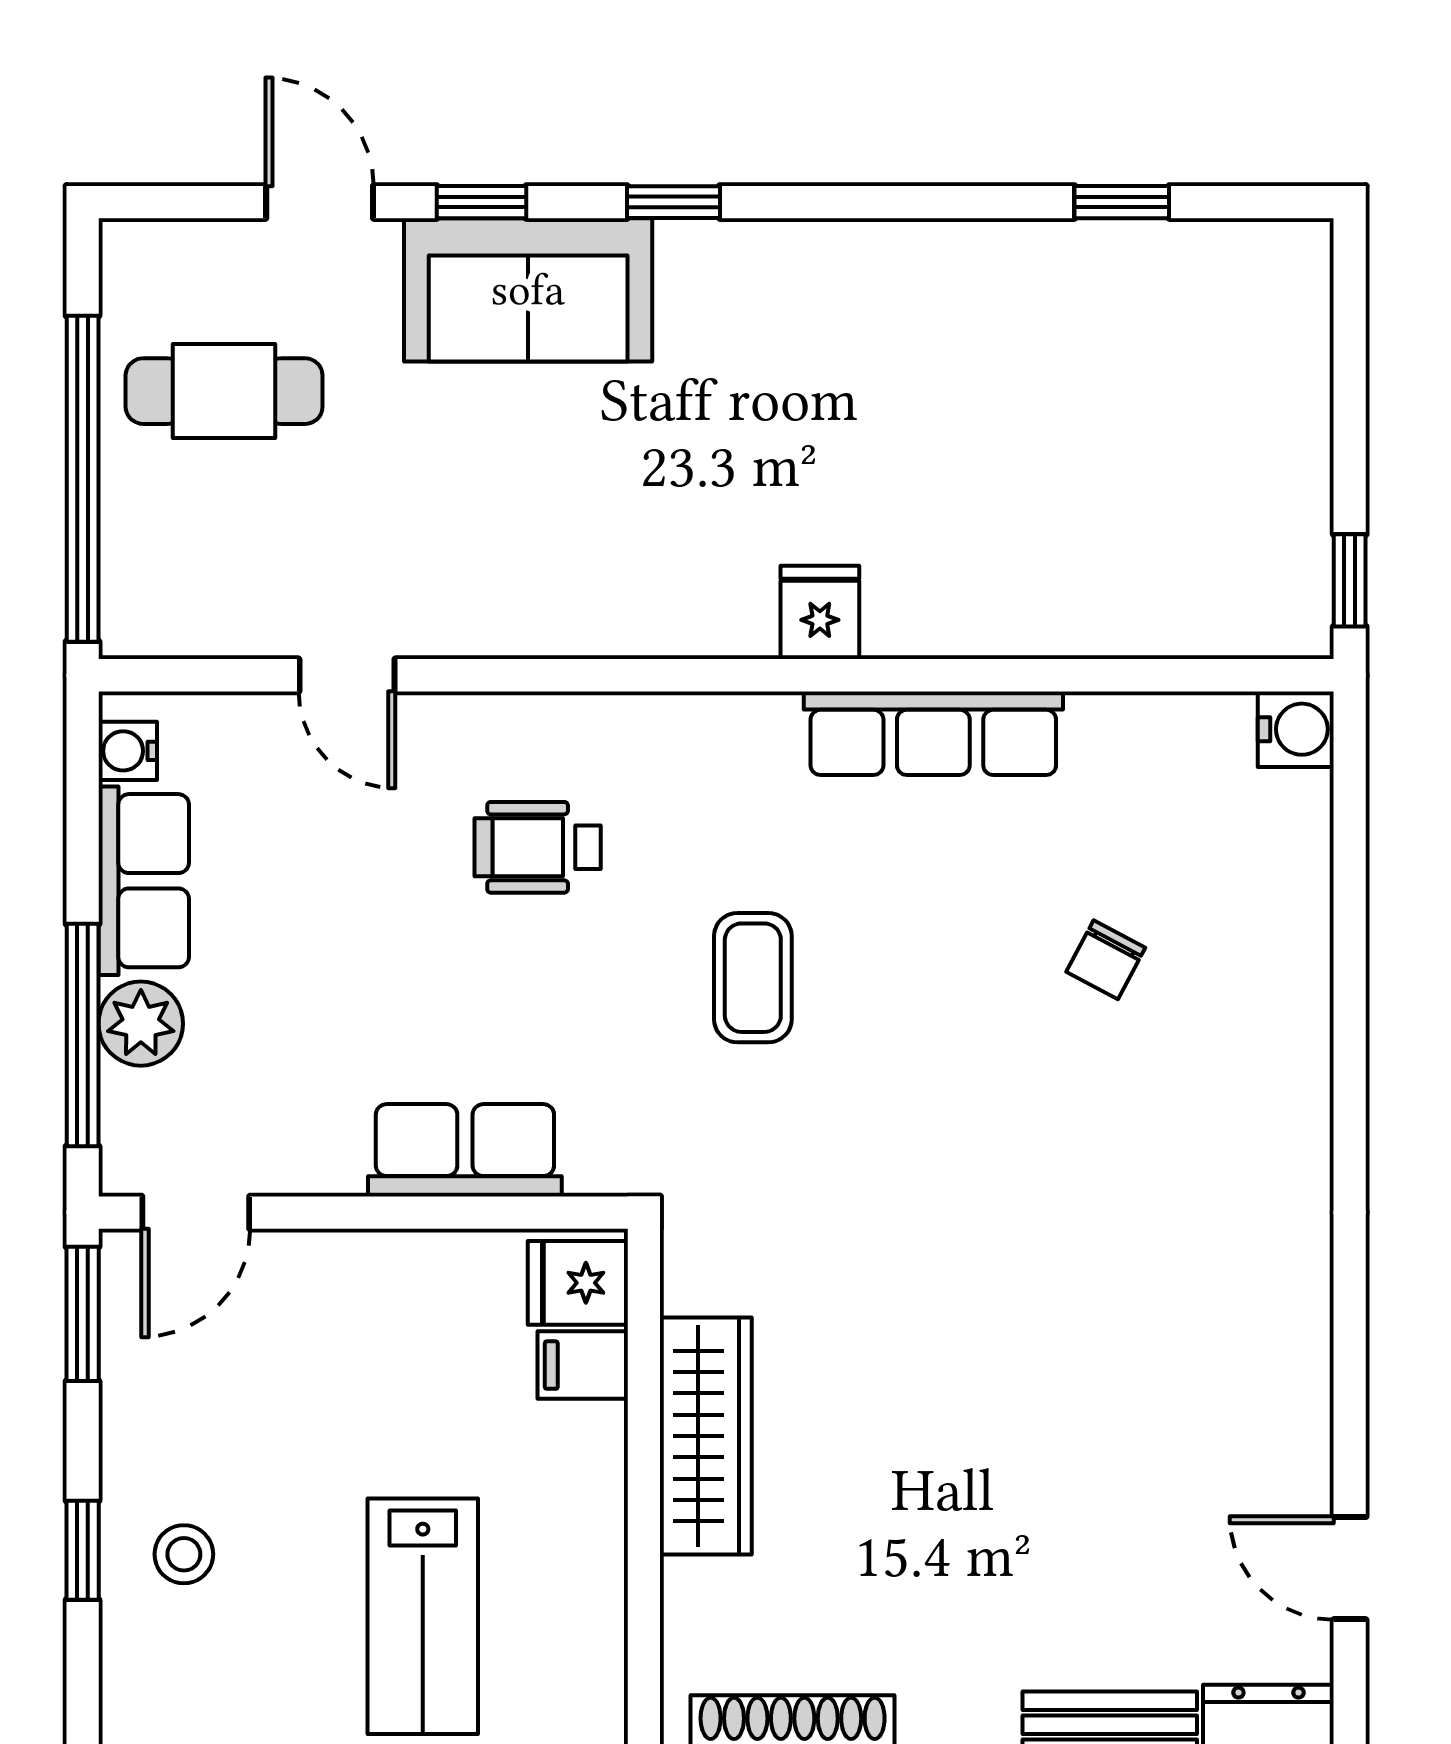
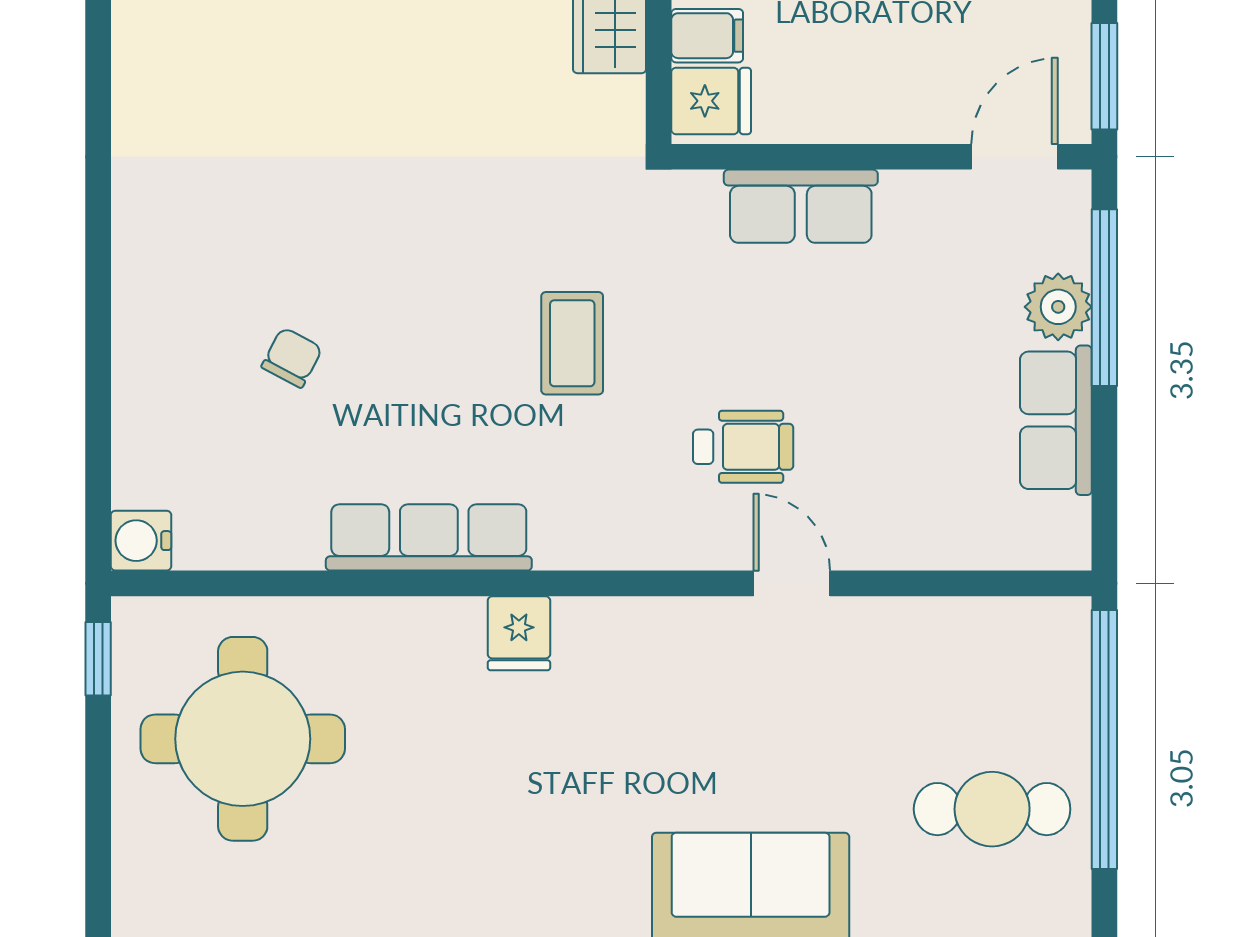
round table: (1168, 480) -> (243, 739), added
door: (347, 675) -> (792, 583), moved
water cooler: (128, 751) -> (1069, 523), removed

